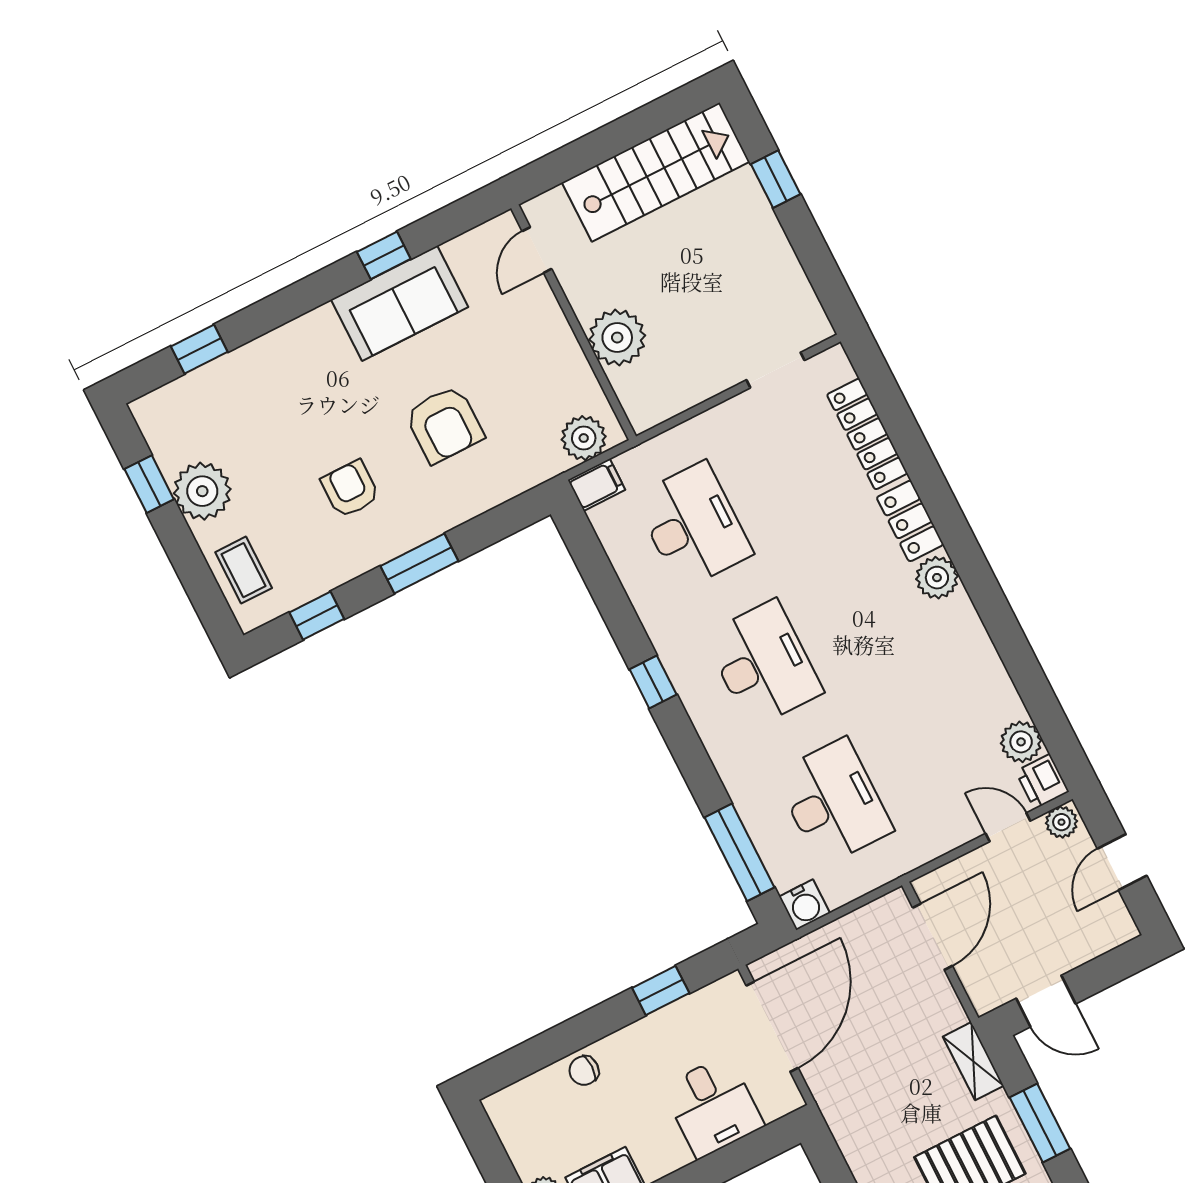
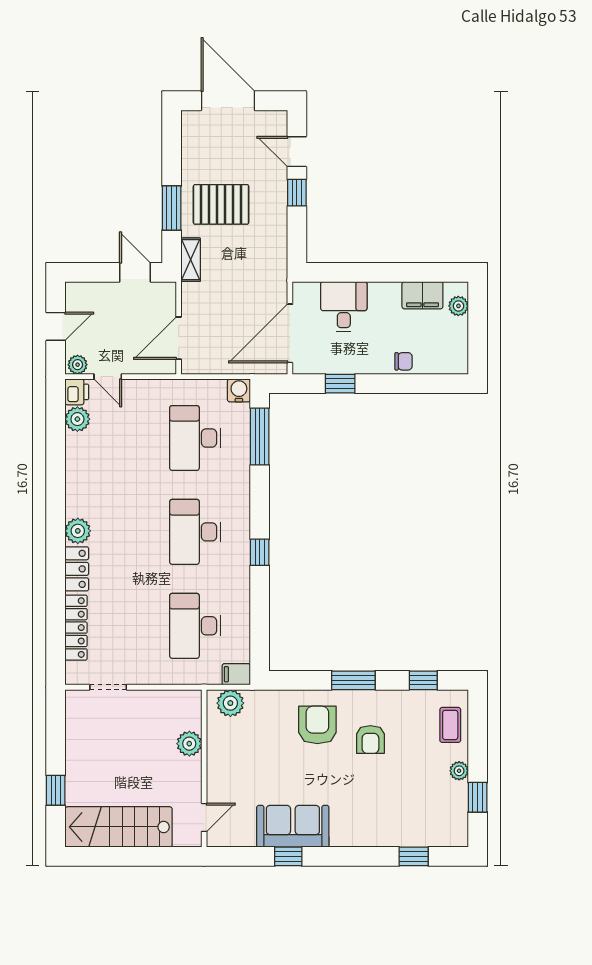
plant: (617, 338) -> (189, 744), width x0.73, depth x0.73
armchair: (444, 424) -> (317, 725), moved
plant: (202, 491) -> (459, 771), width x0.53, depth x0.53

